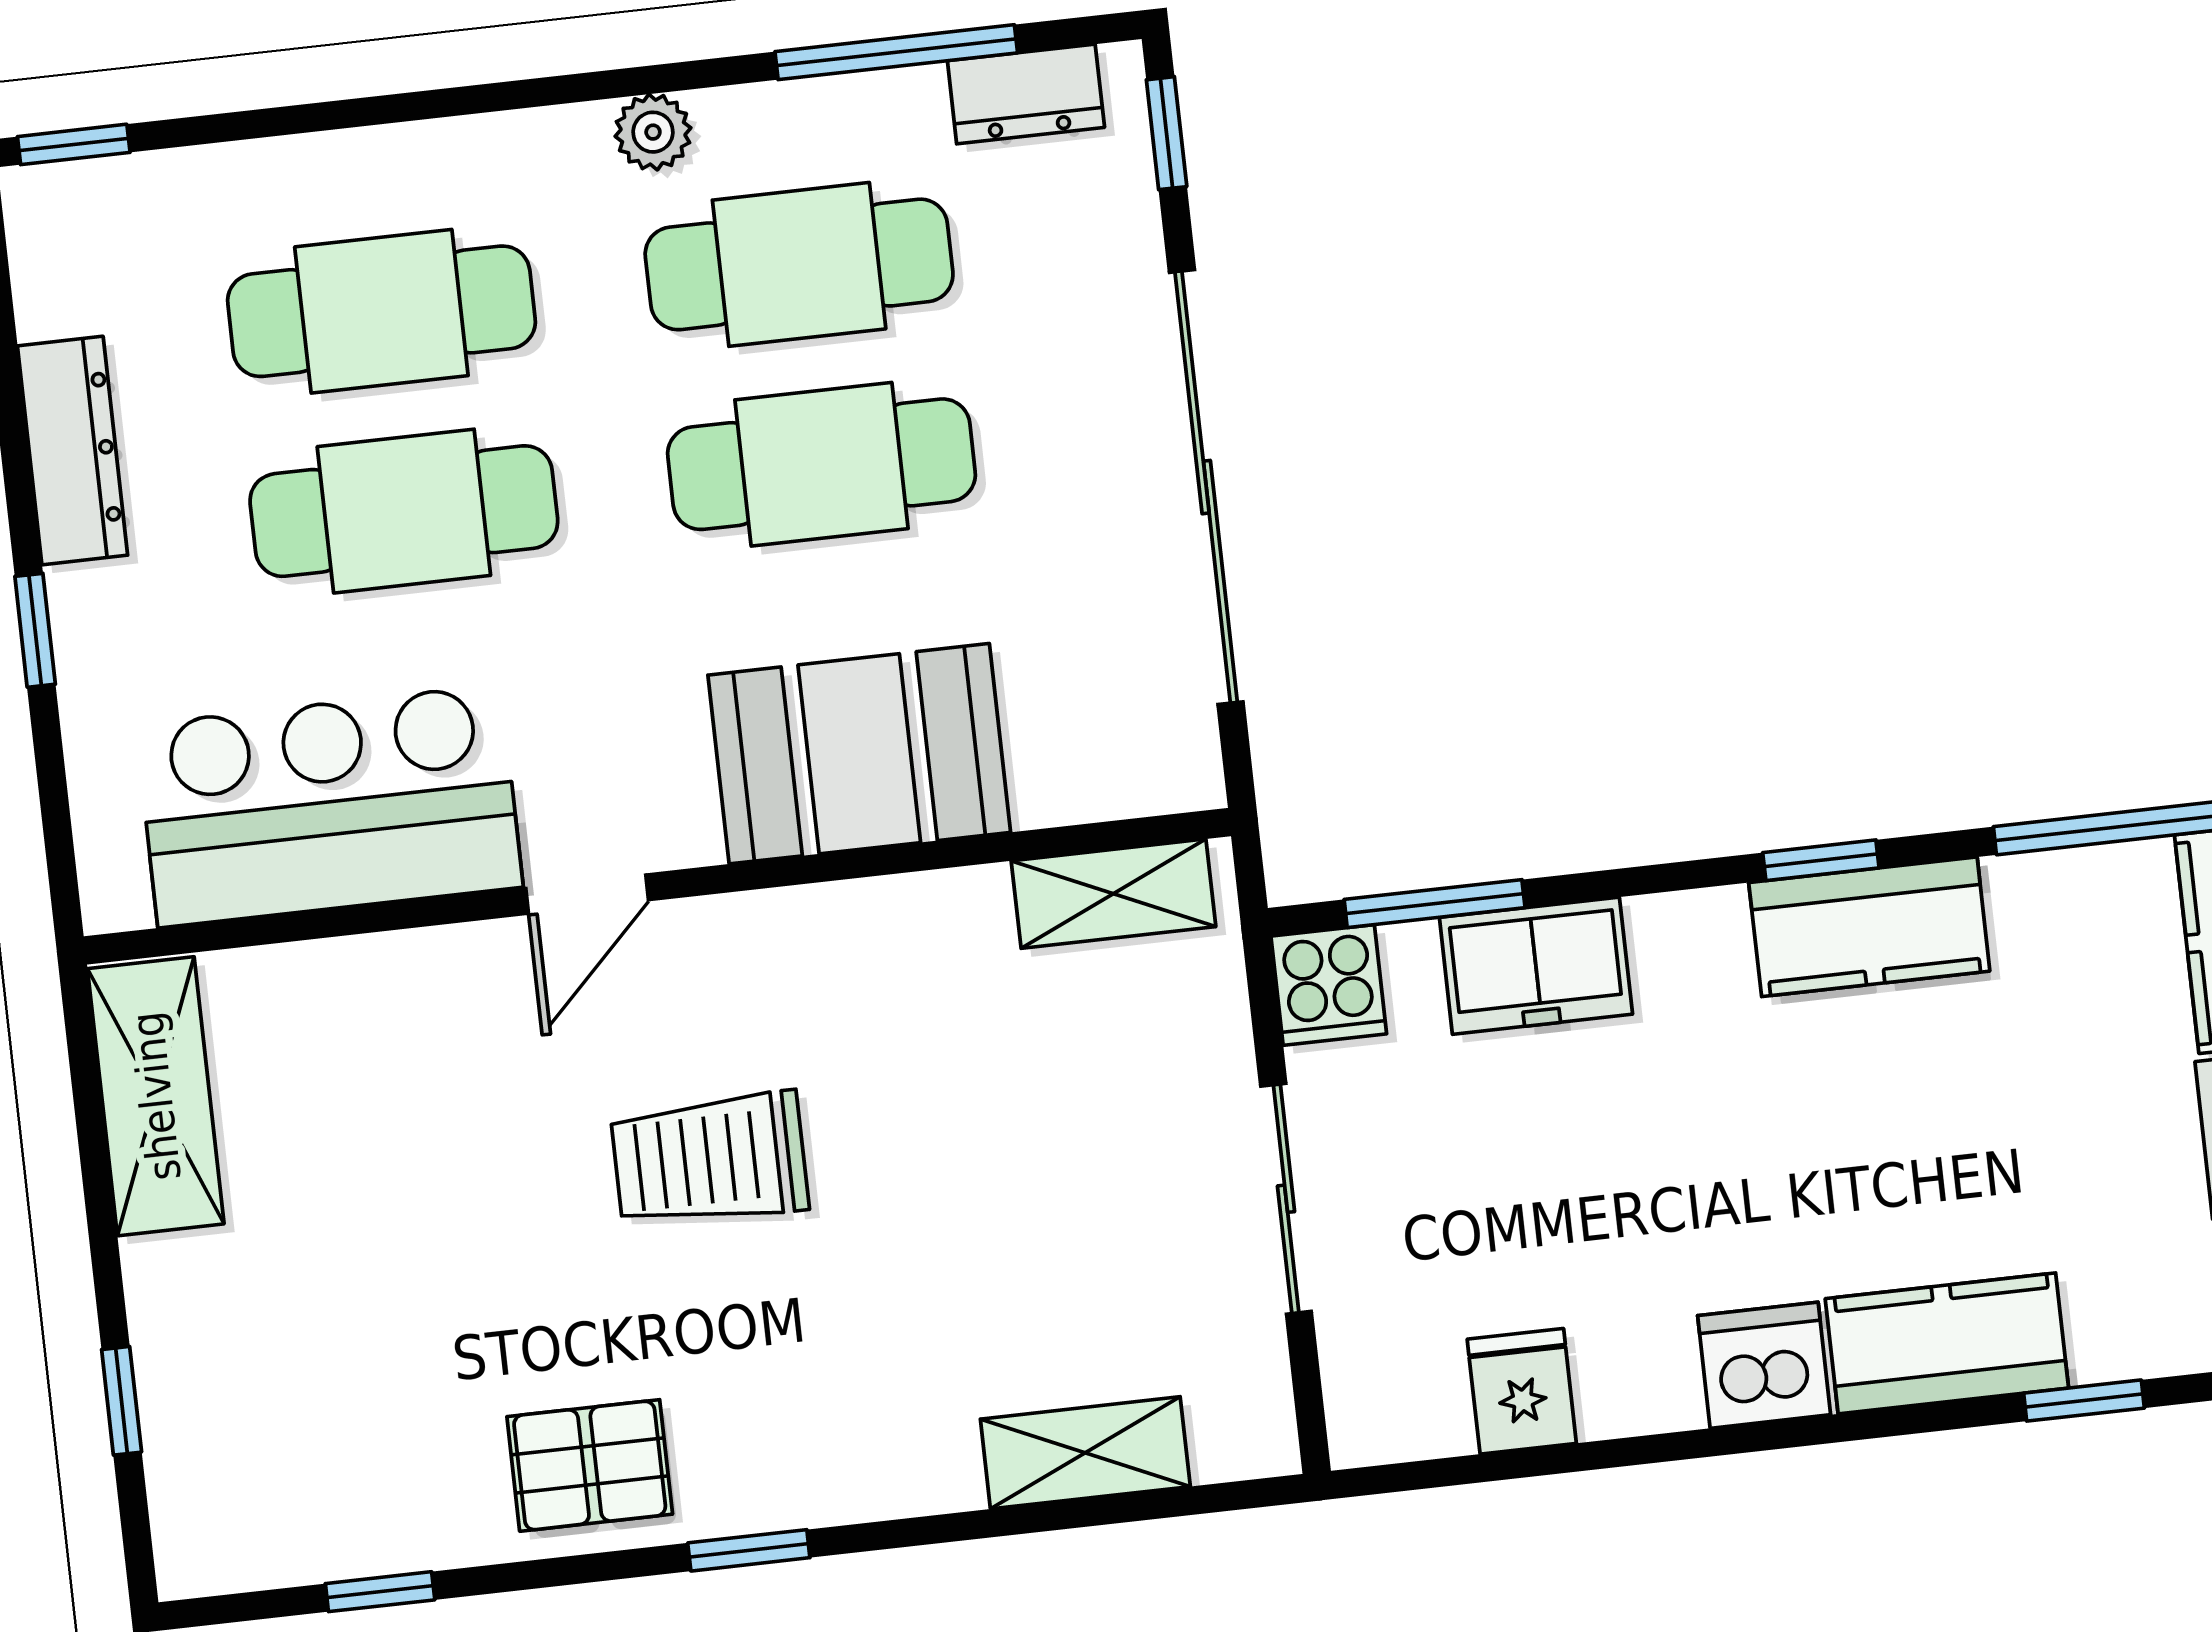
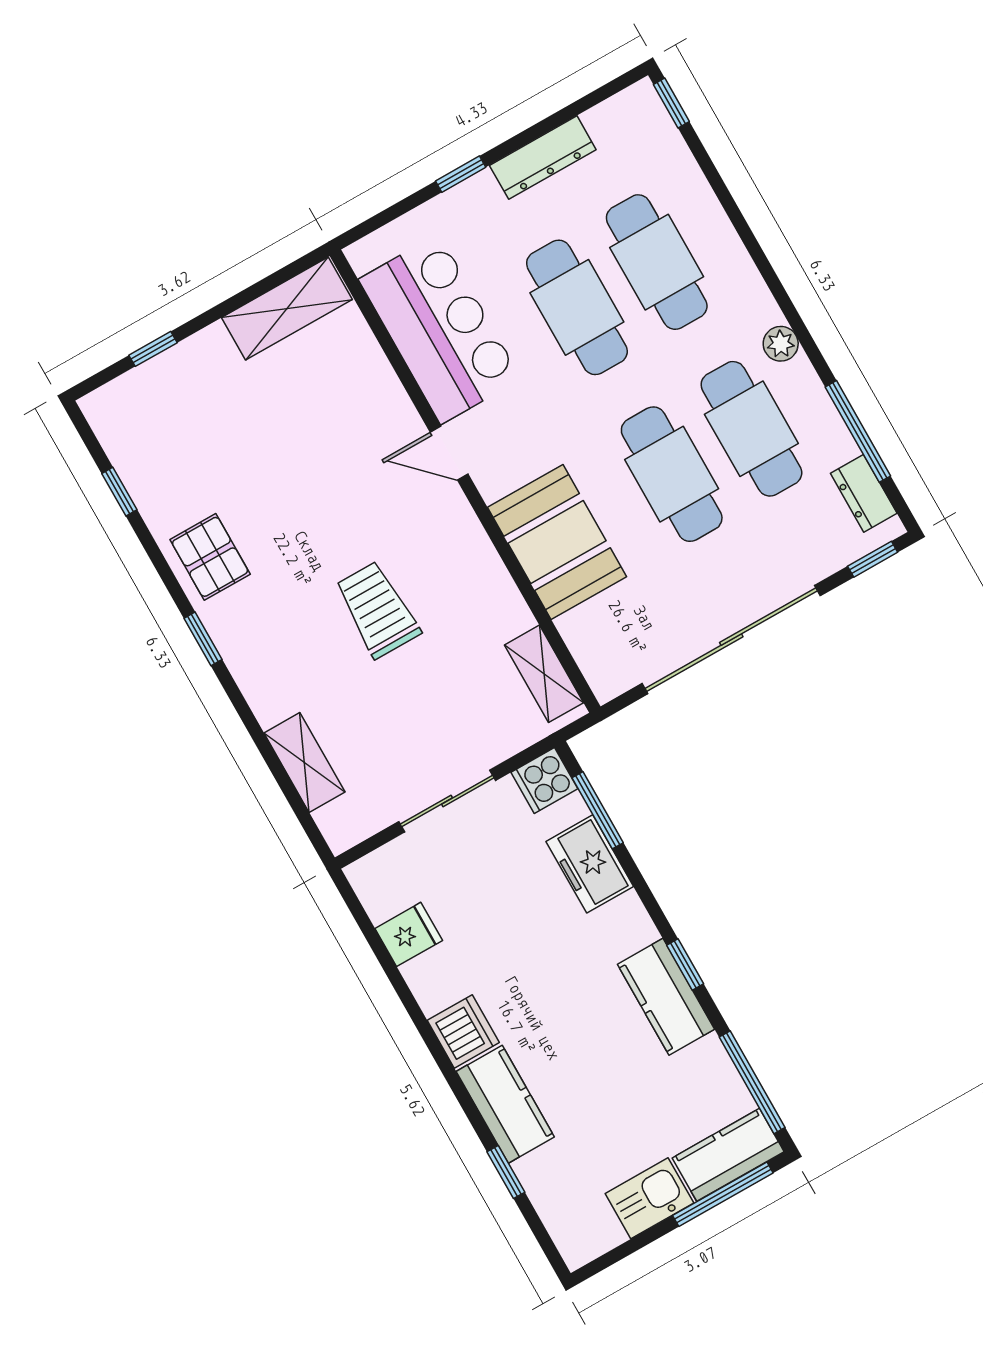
trolley: (710, 1160) -> (377, 610), moved

